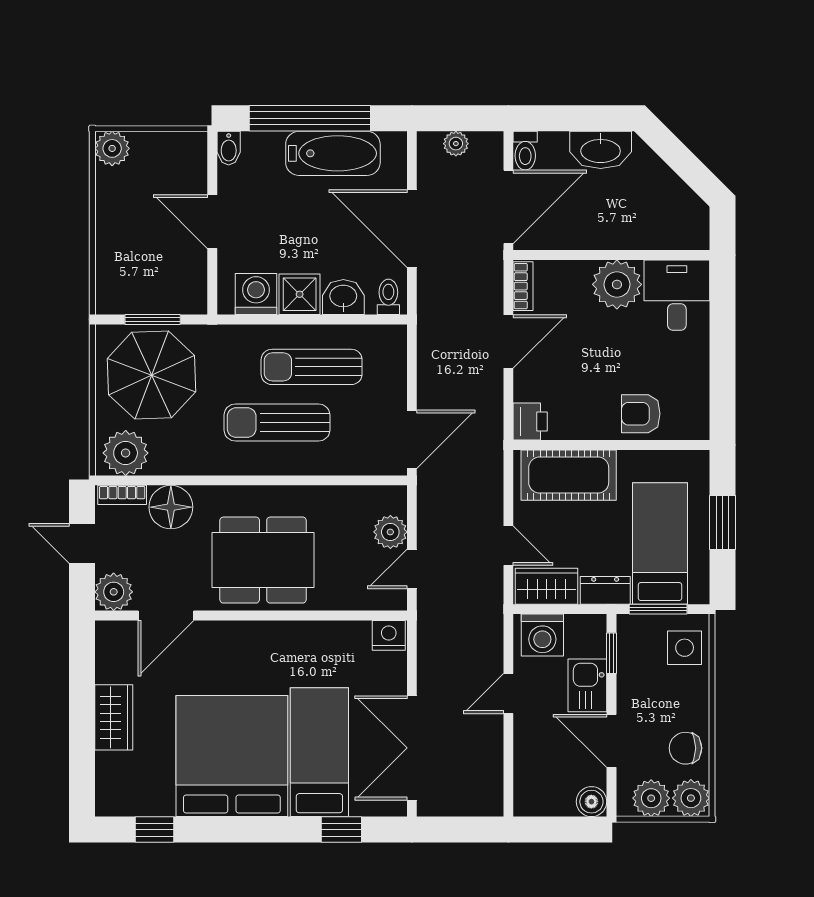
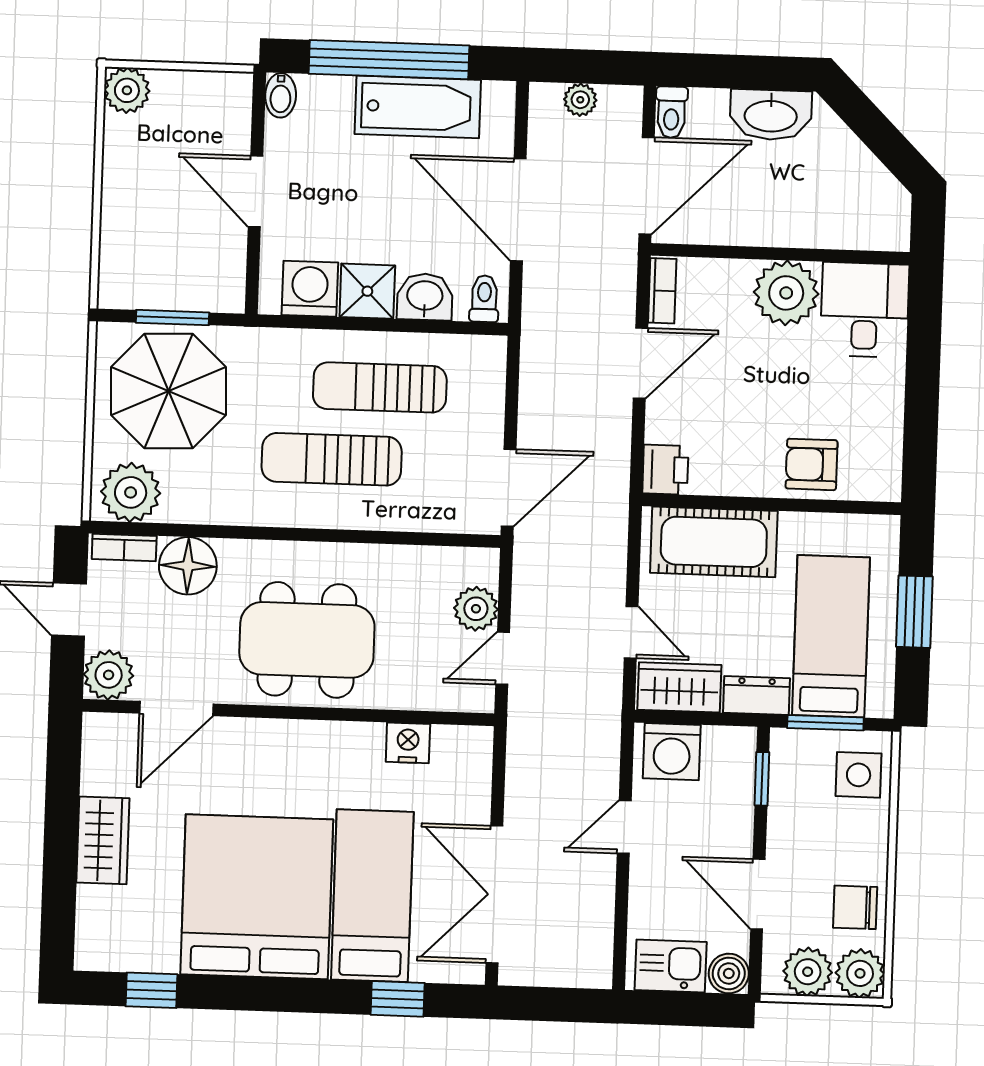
nightstand: (389, 635) -> (408, 743), moved
kitchen sink: (587, 685) -> (671, 966), moved, turned 90

